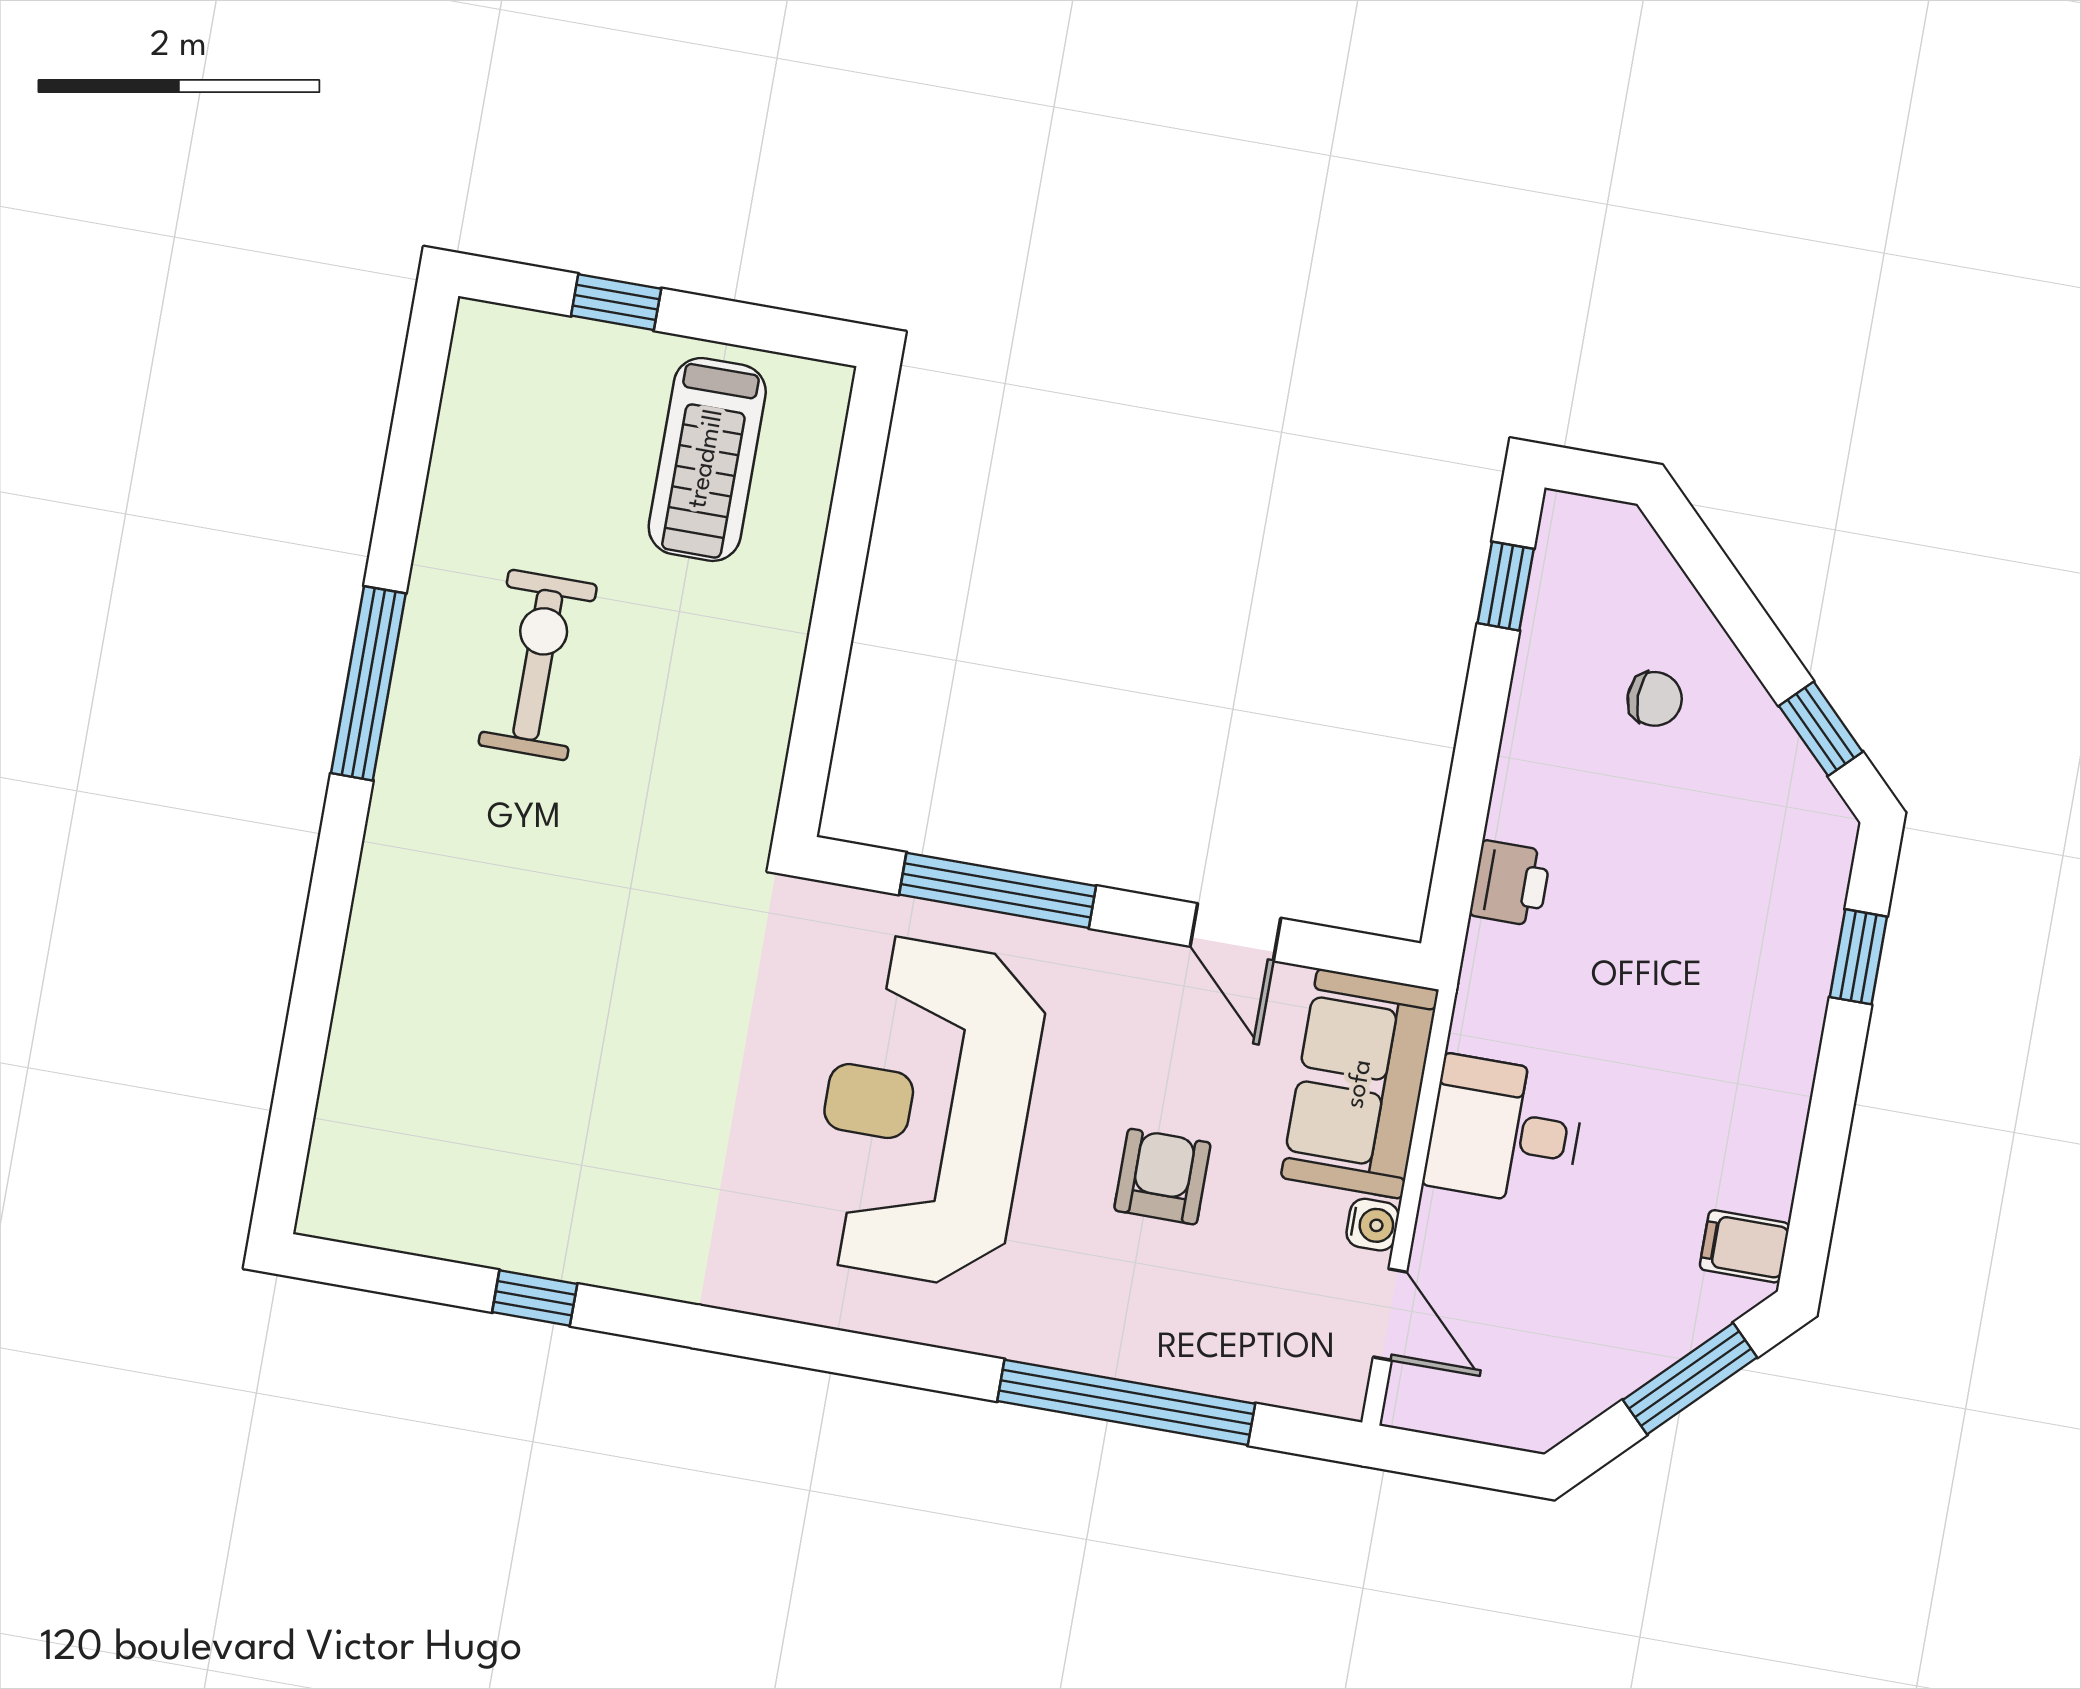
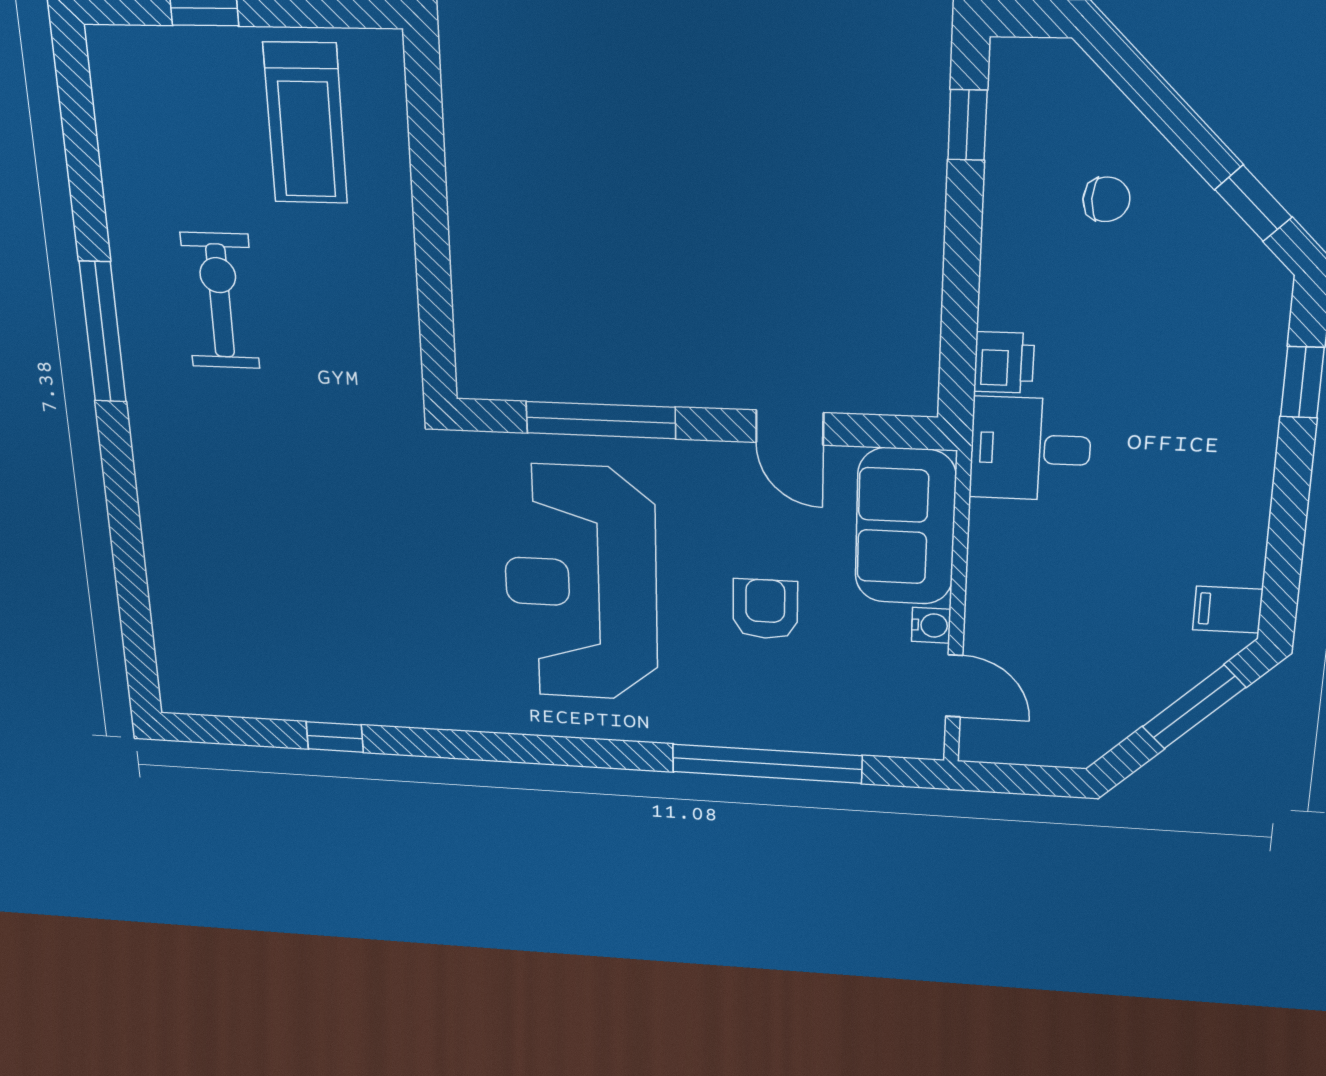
desk: (1505, 1131) -> (1030, 449), moved

